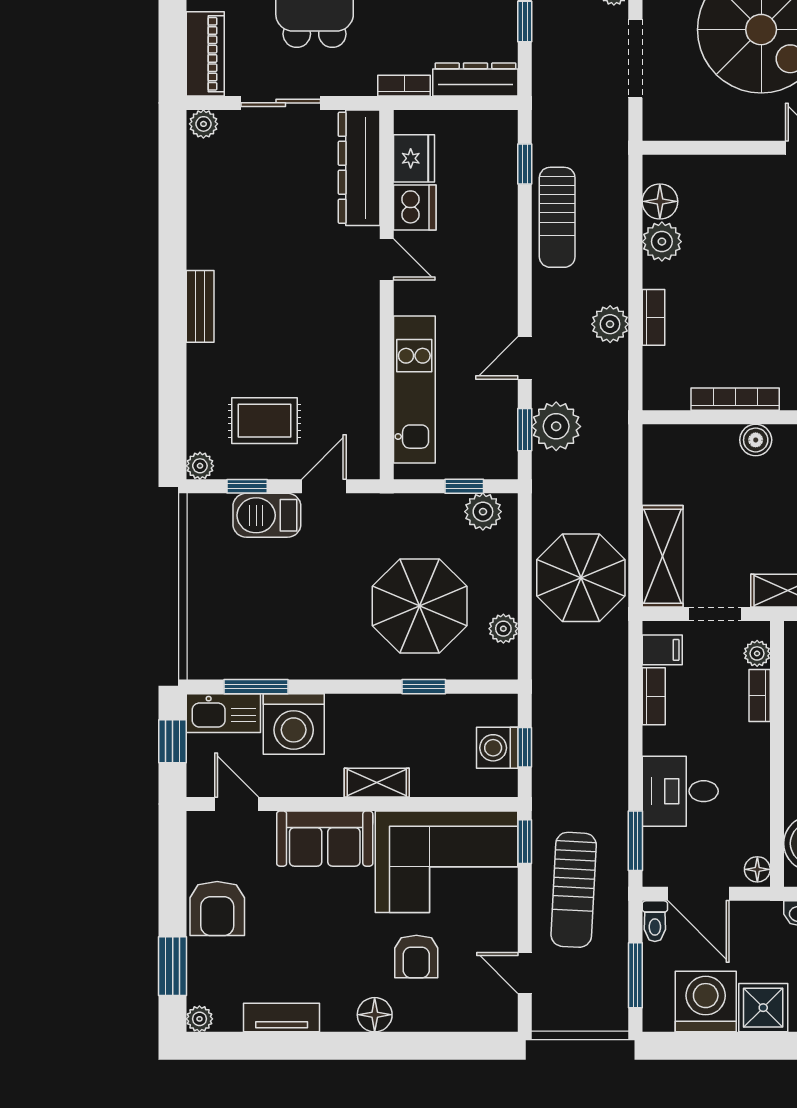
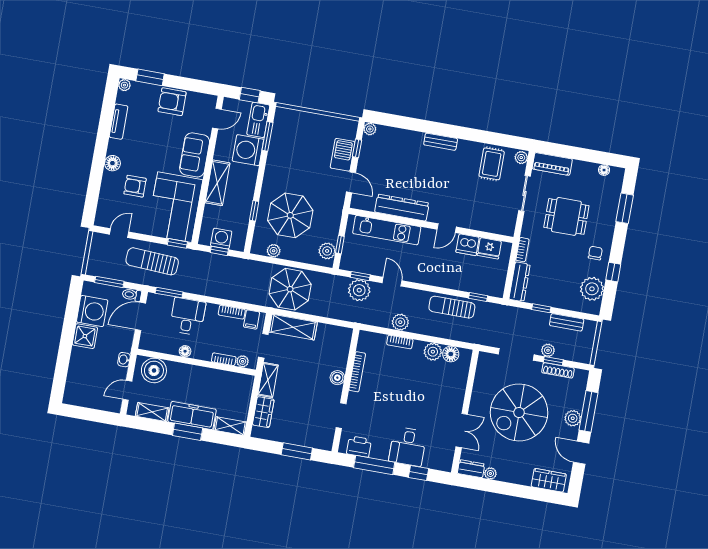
dresser: (359, 168) -> (402, 208), moved
rug: (264, 421) -> (492, 164), moved
shelving: (377, 783) -> (217, 183), width x1.50, depth x1.33
floor lamp: (757, 869) -> (185, 351), moved

